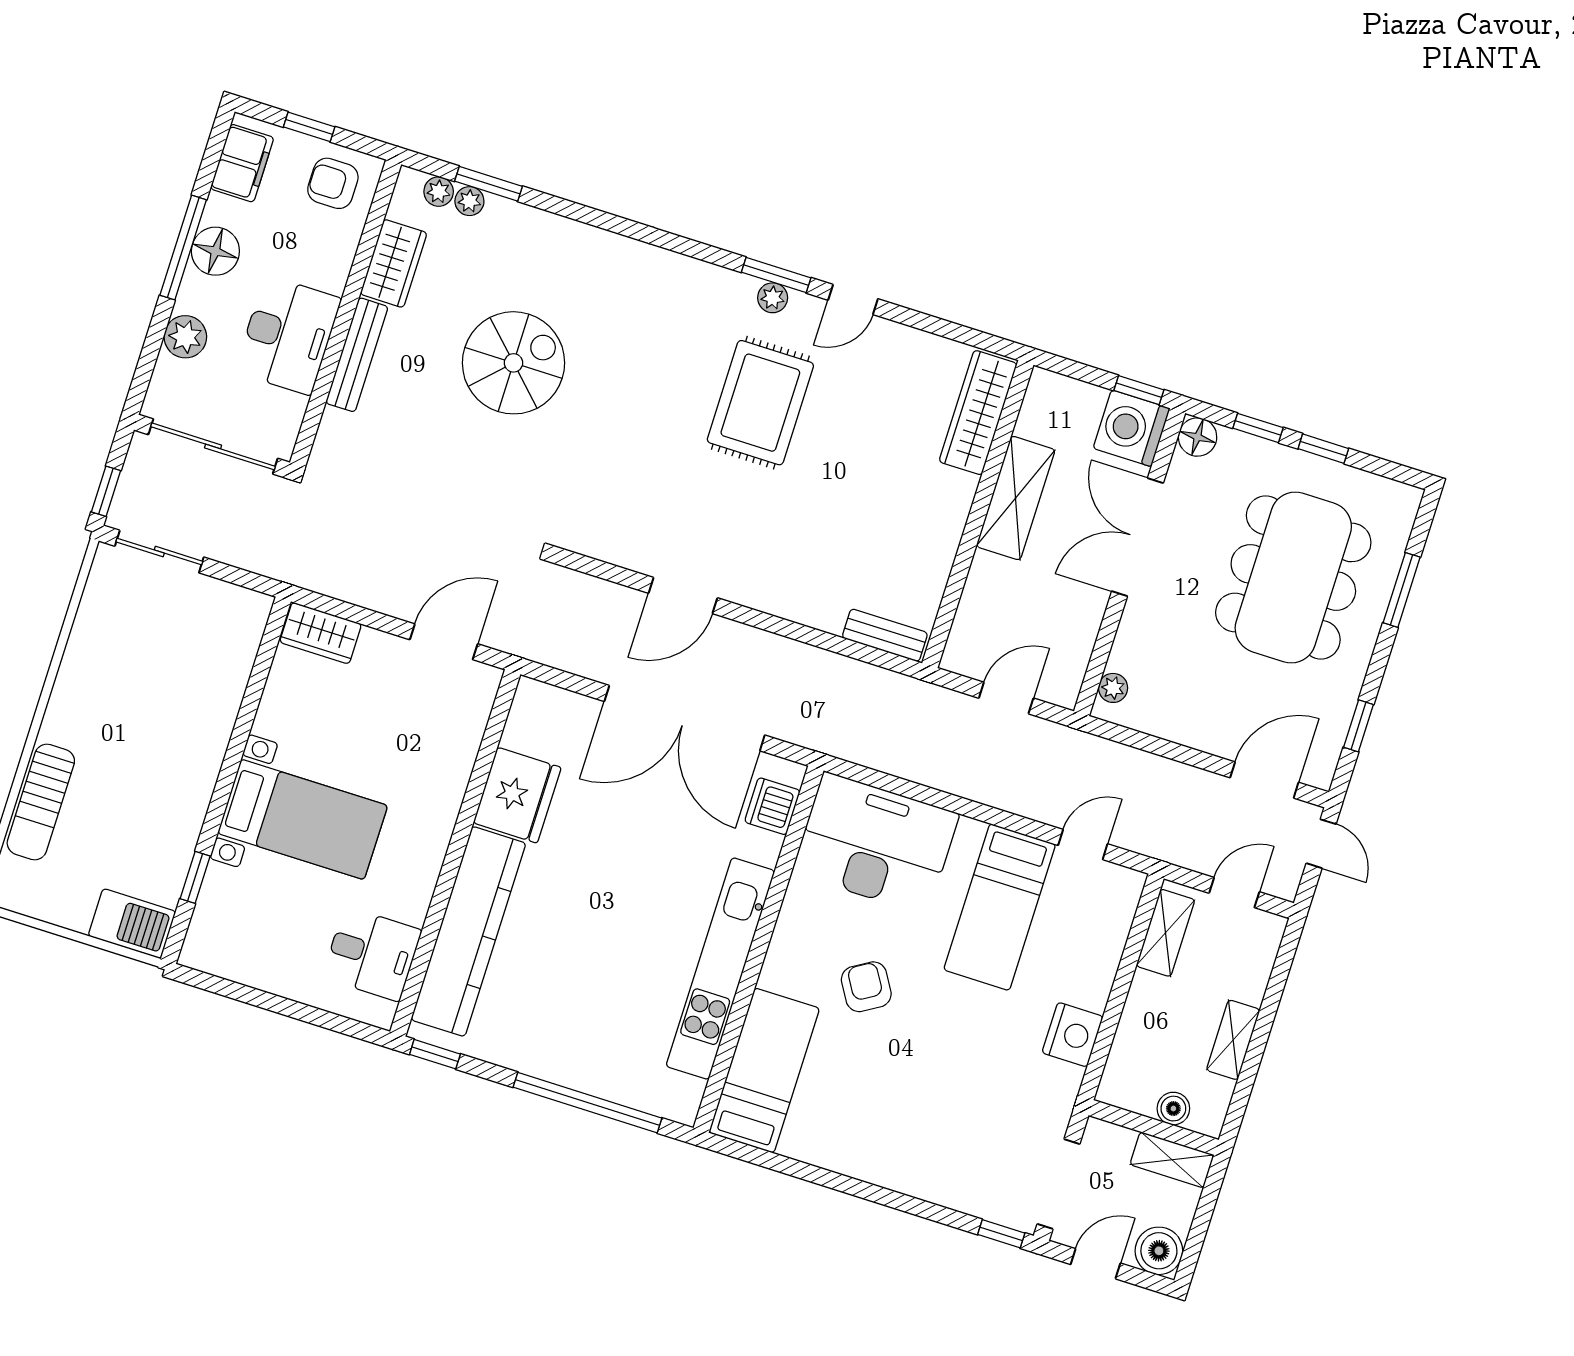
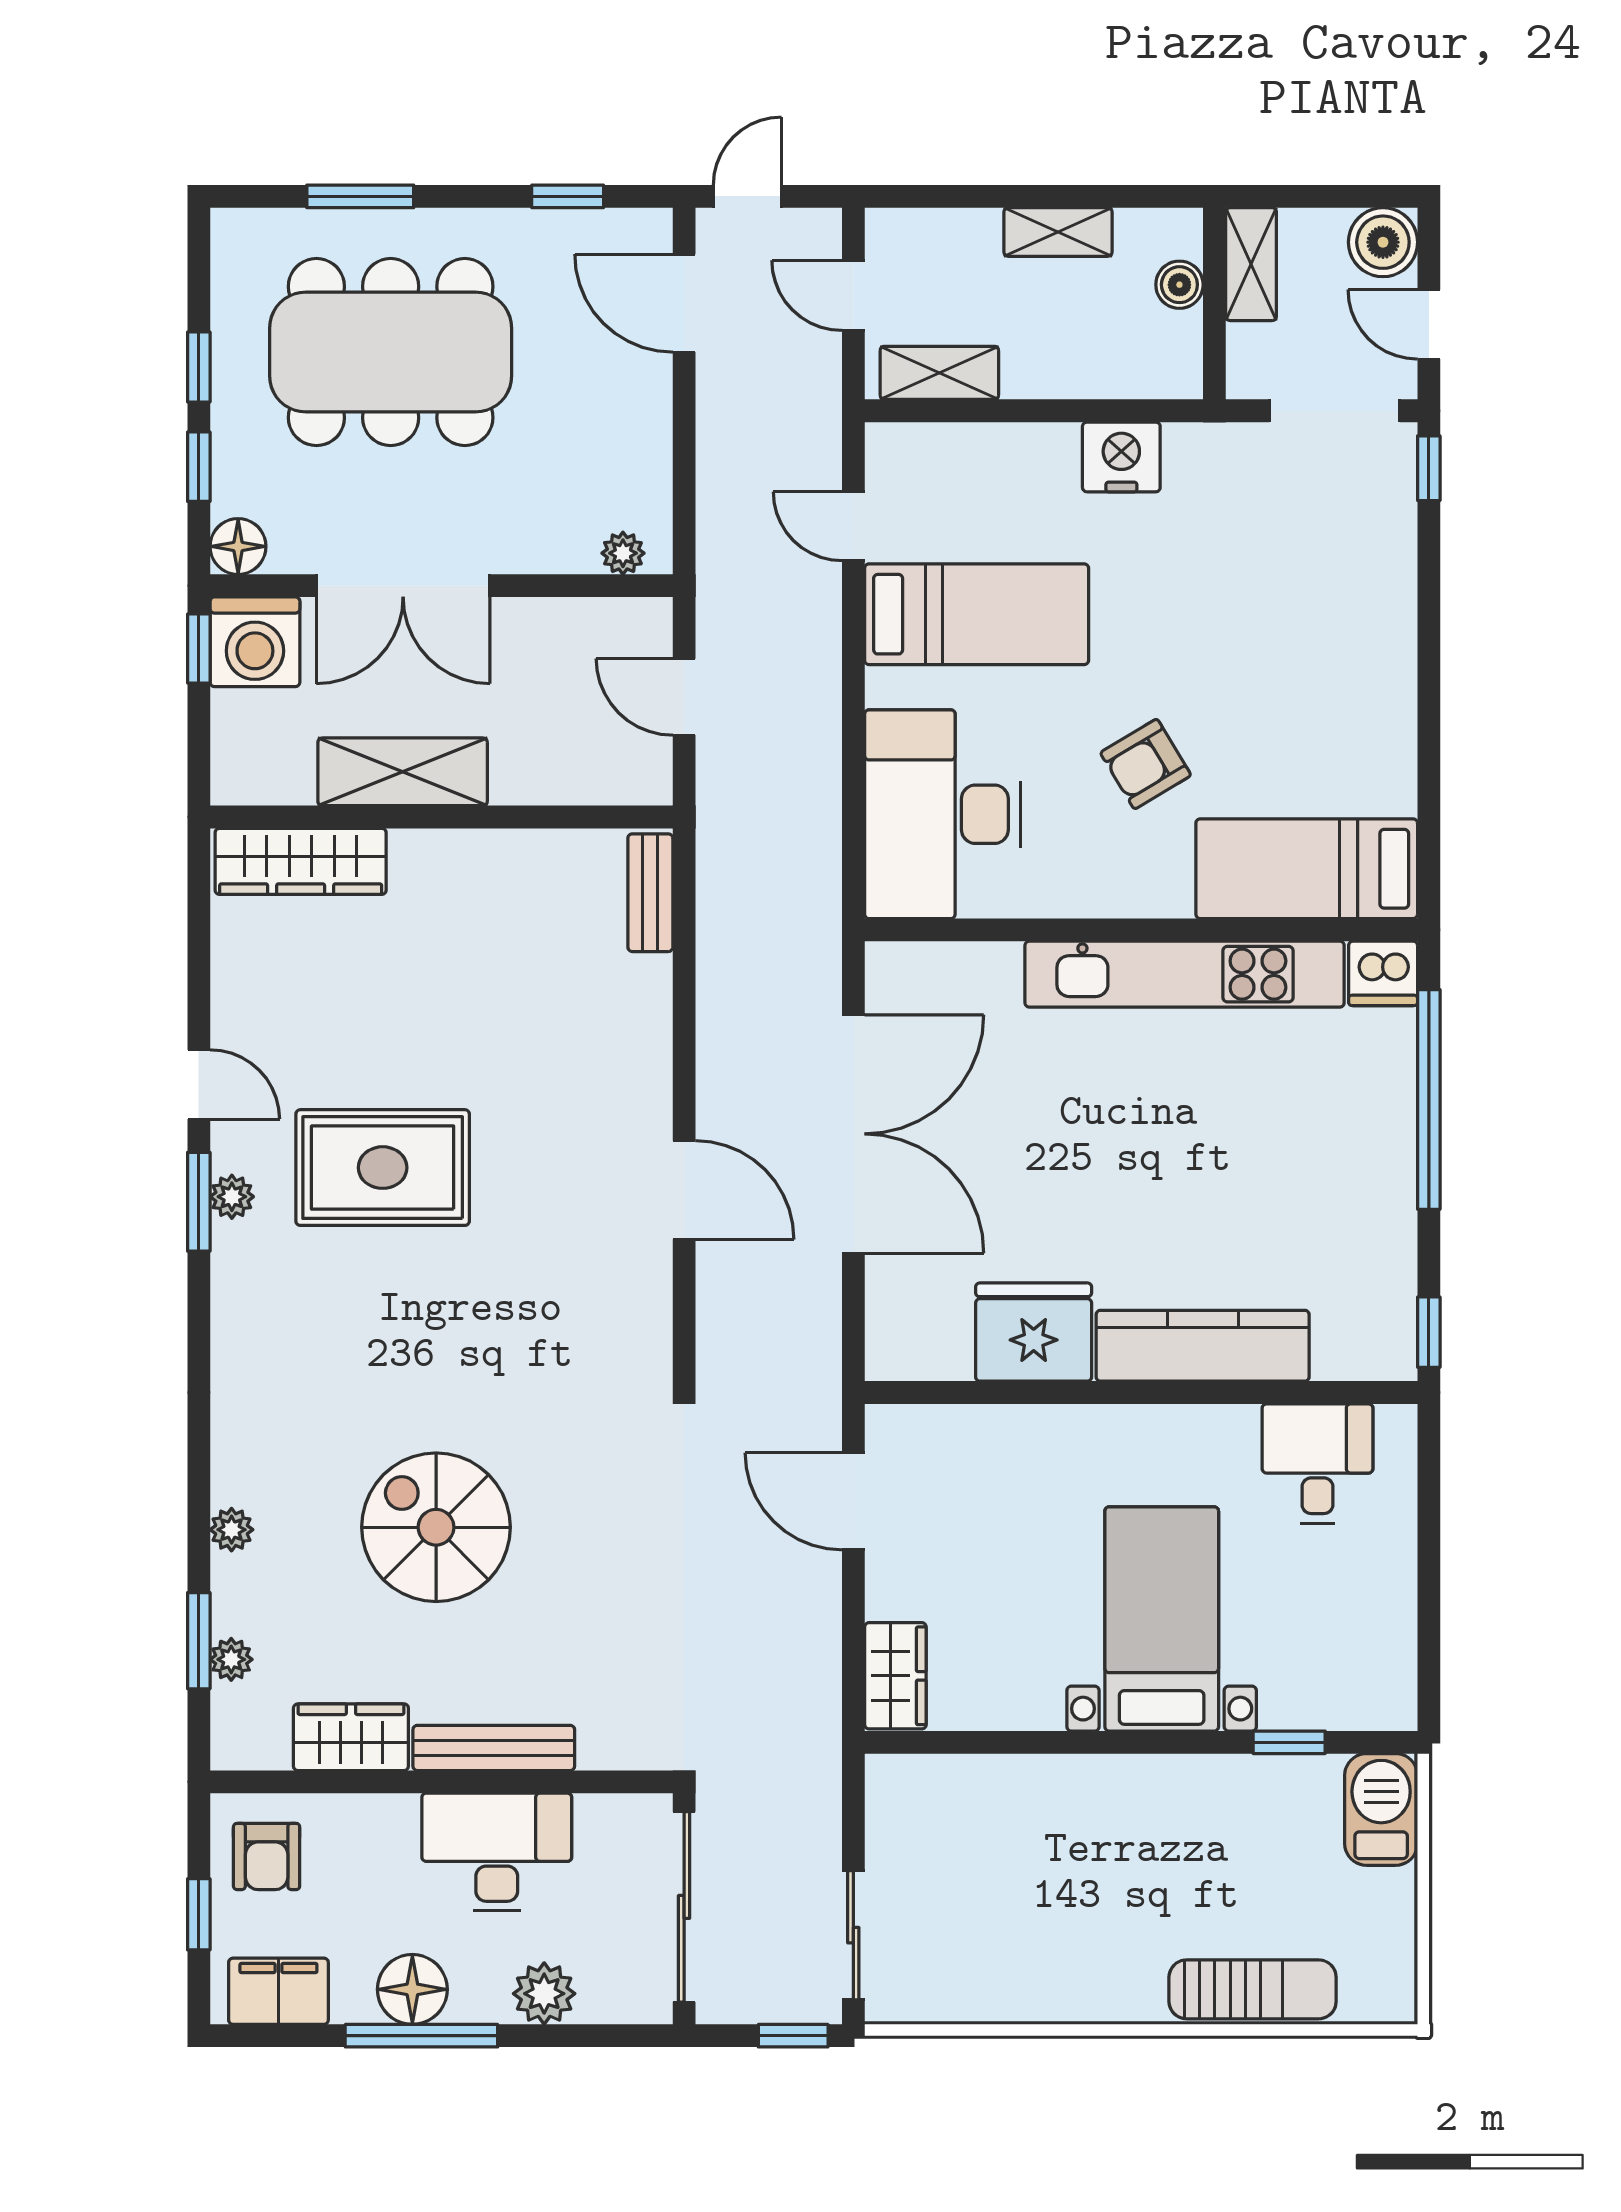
plant: (439, 192) -> (232, 1530), moved
dishwasher: (772, 806) -> (1383, 973), moved
kitchen counter: (468, 931) -> (1203, 1346), width x0.72, depth x0.86

